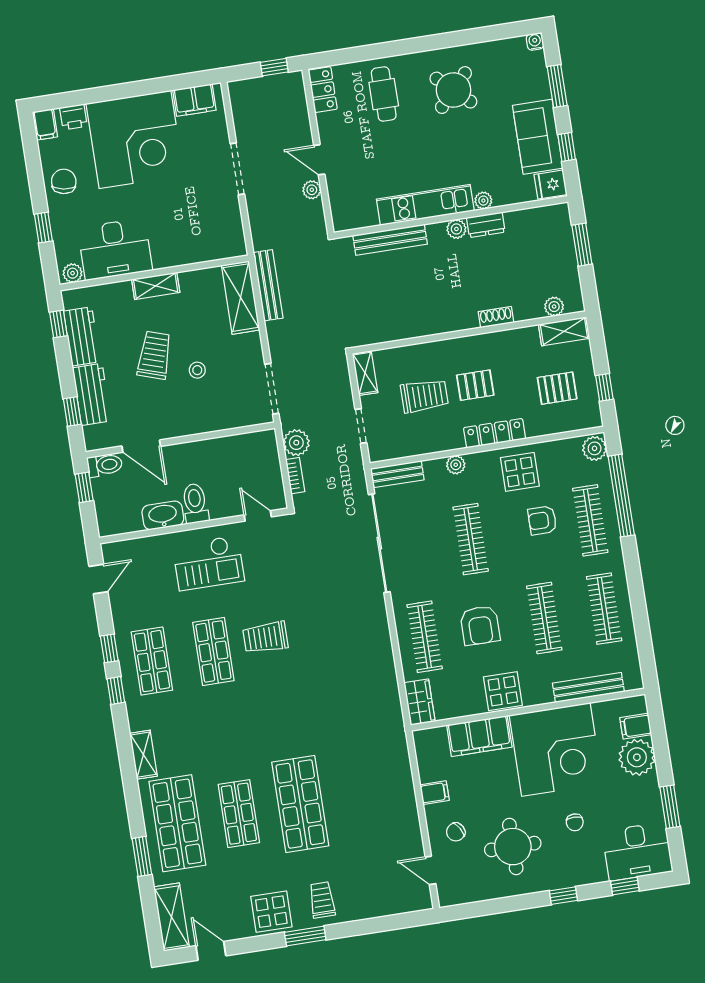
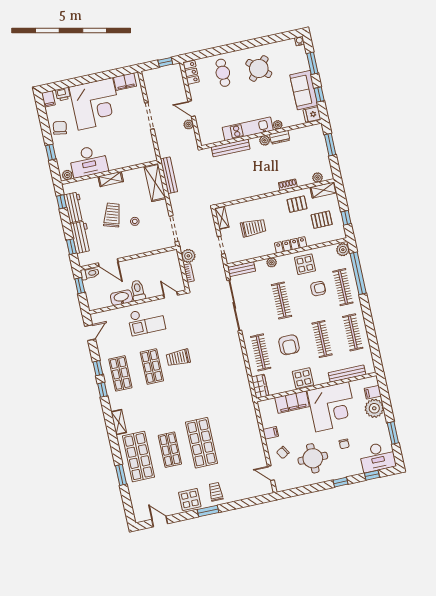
pallet: (475, 385) -> (297, 204), moved
armchair: (542, 520) -> (318, 289), turned 180
shelving: (171, 917) -> (138, 505), removed

